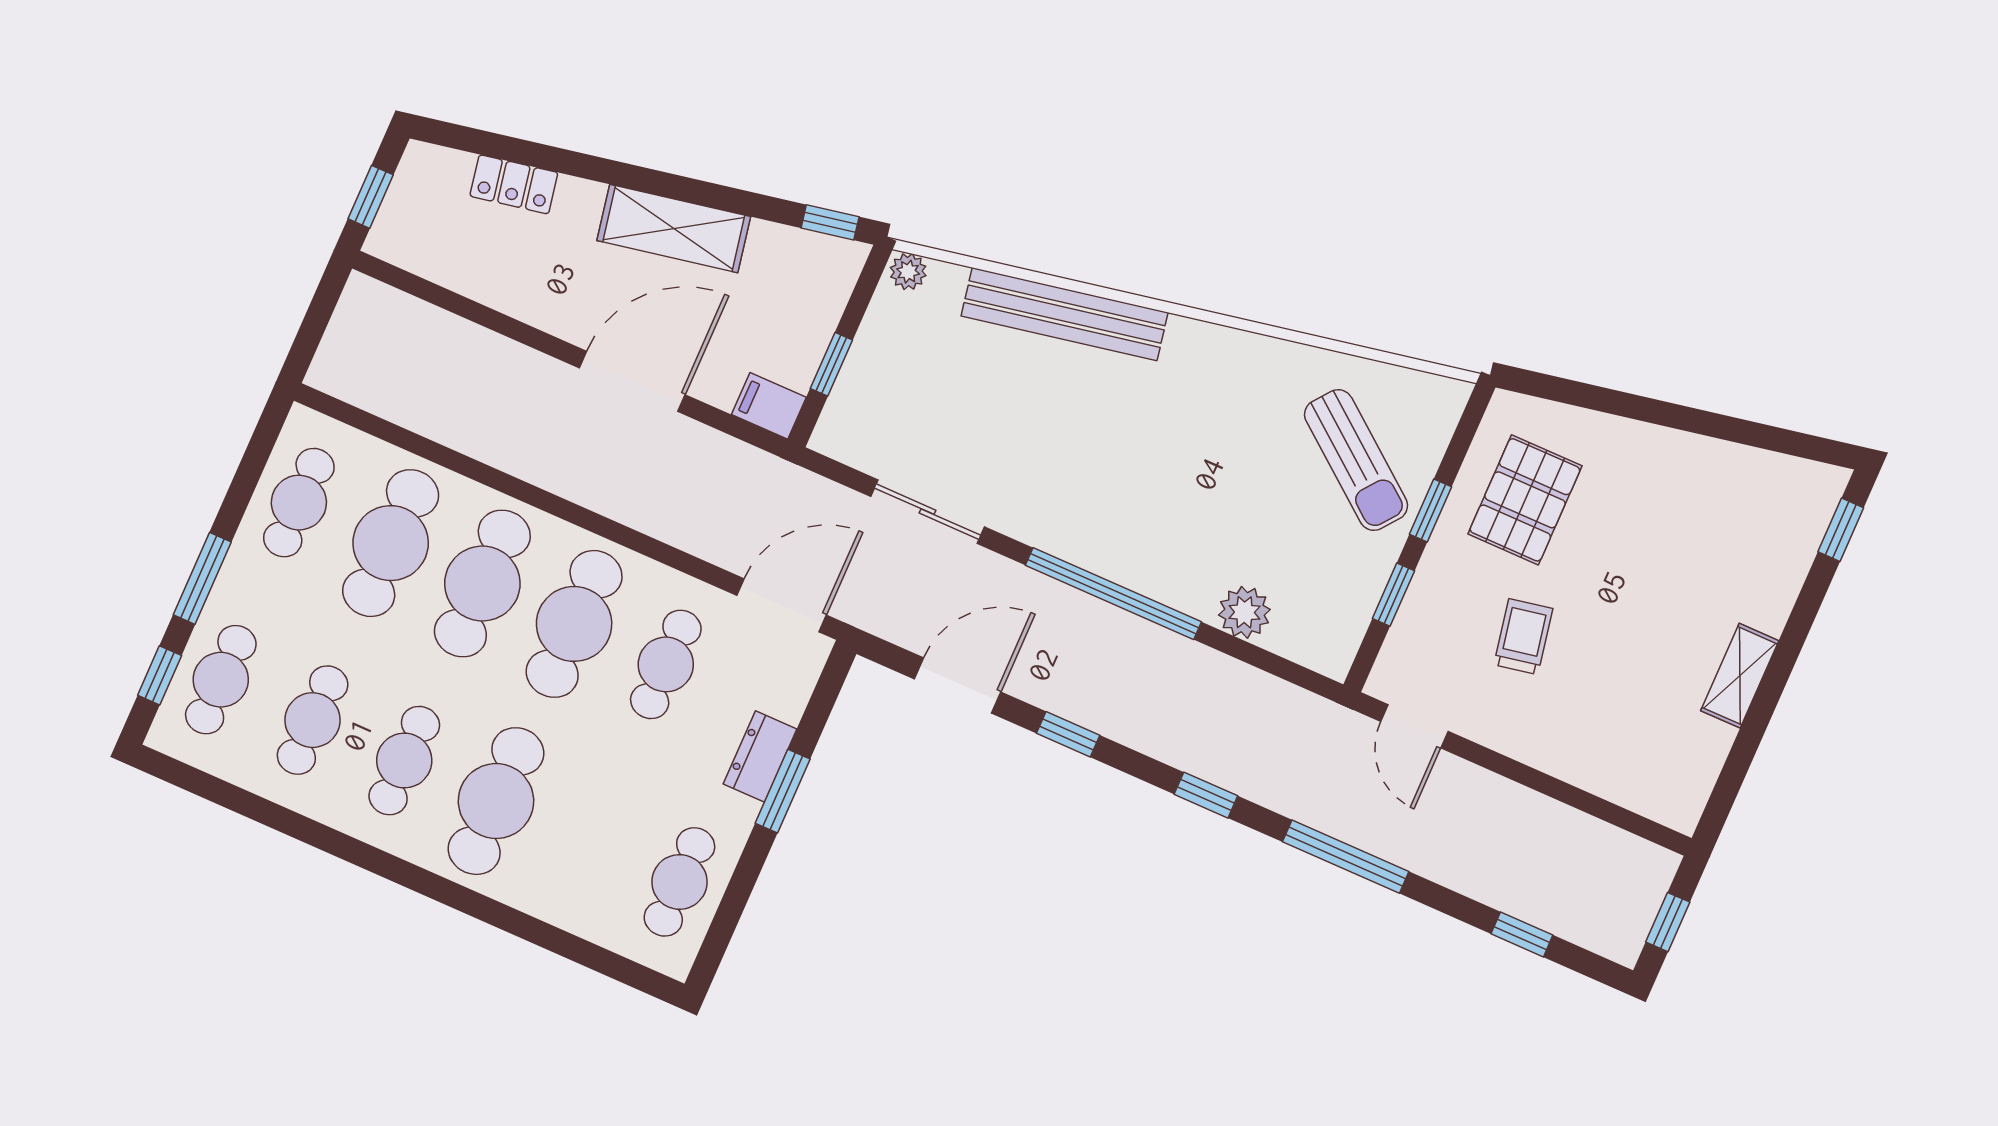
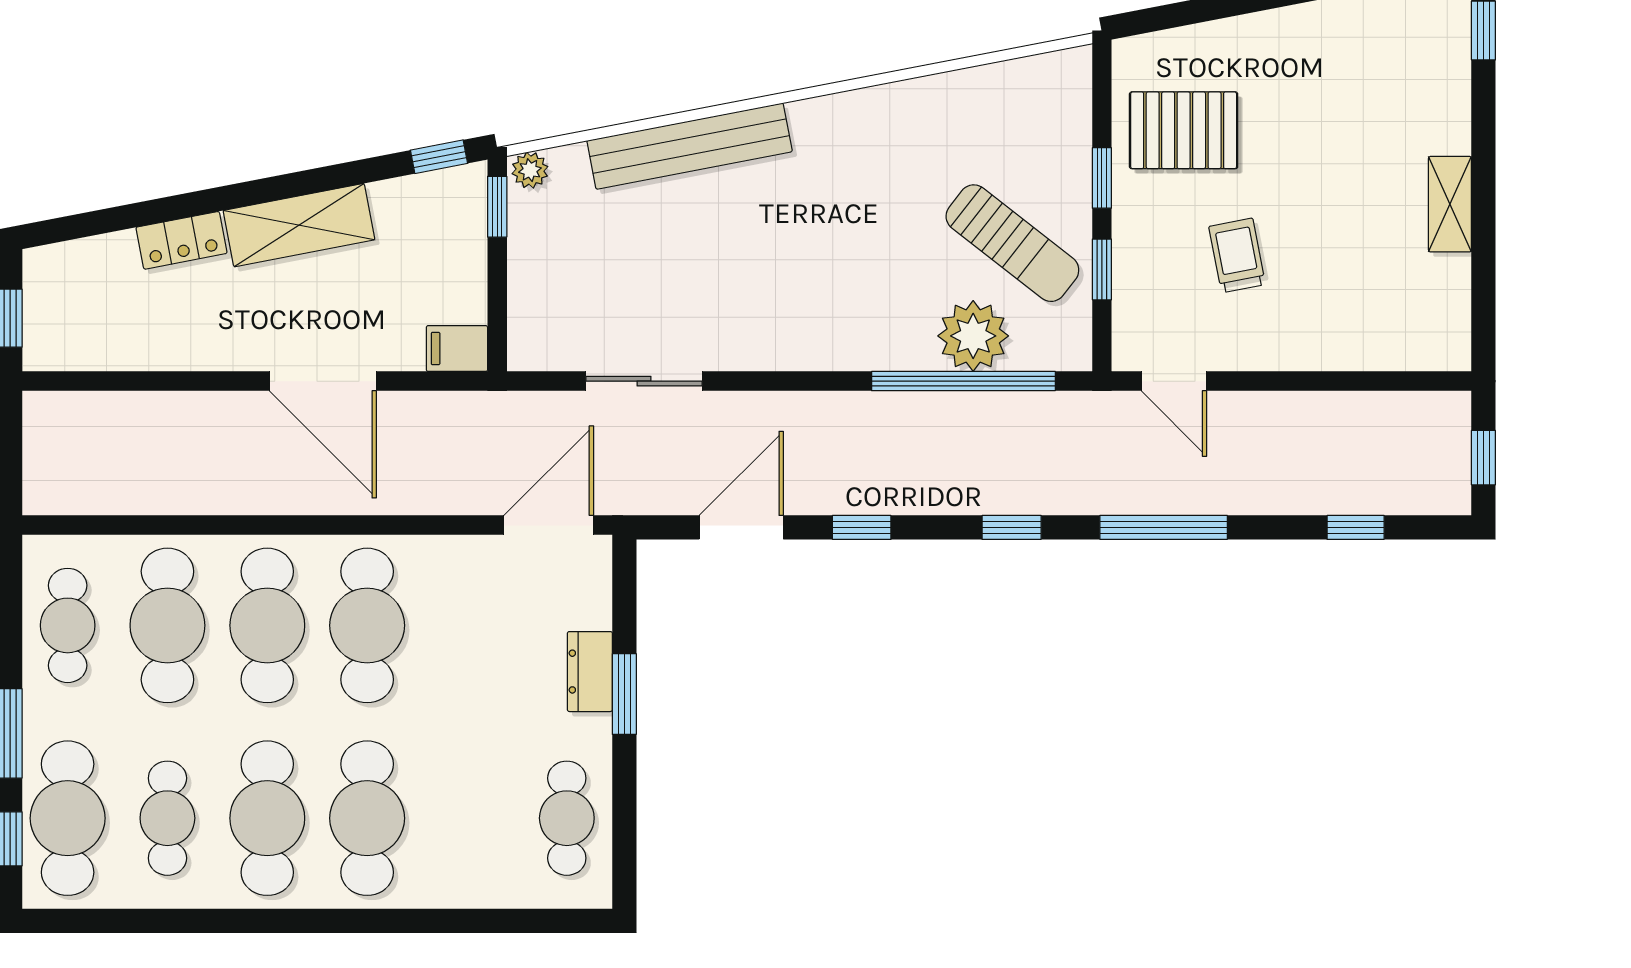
locker: (514, 184) -> (182, 240), moved
window: (831, 364) -> (497, 207), moved
door: (632, 381) -> (323, 381), swing flipped
sun lounger: (1356, 460) -> (1012, 243), moved
pallet: (1525, 500) -> (1184, 130), turned 90
window: (1113, 594) -> (963, 381), moved
plant: (1244, 612) -> (973, 336), width x1.36, depth x1.36
cafe table: (666, 664) -> (467, 625), removed
cafe table: (221, 680) -> (68, 818), width x1.37, depth x1.35
cafe table: (404, 761) -> (267, 818), width x1.37, depth x1.35

